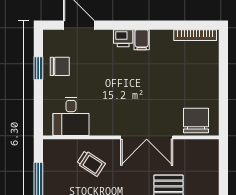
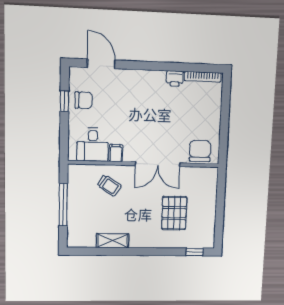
printer: (123, 38) -> (175, 79), moved
filing cabinet: (142, 40) -> (116, 153), moved, turned 180

